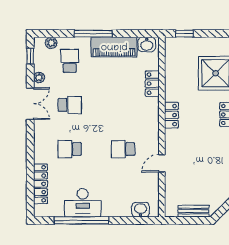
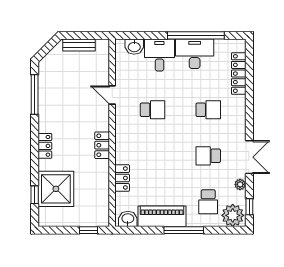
plant: (51, 43) -> (233, 215), width x1.88, depth x1.88
double door: (30, 104) -> (249, 157), swing flipped
door: (162, 163) -> (112, 95), swing flipped
desk: (116, 202) -> (159, 55), added

